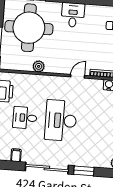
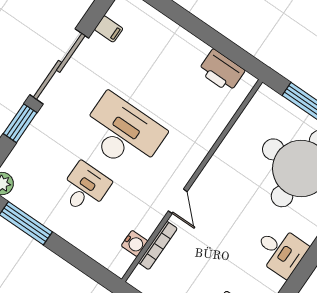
plant: (39, 66) -> (230, 148), removed
desk: (25, 118) -> (85, 188), moved

